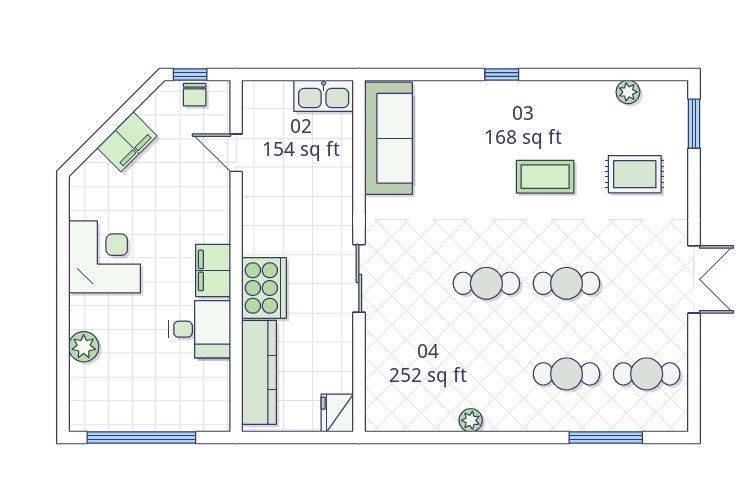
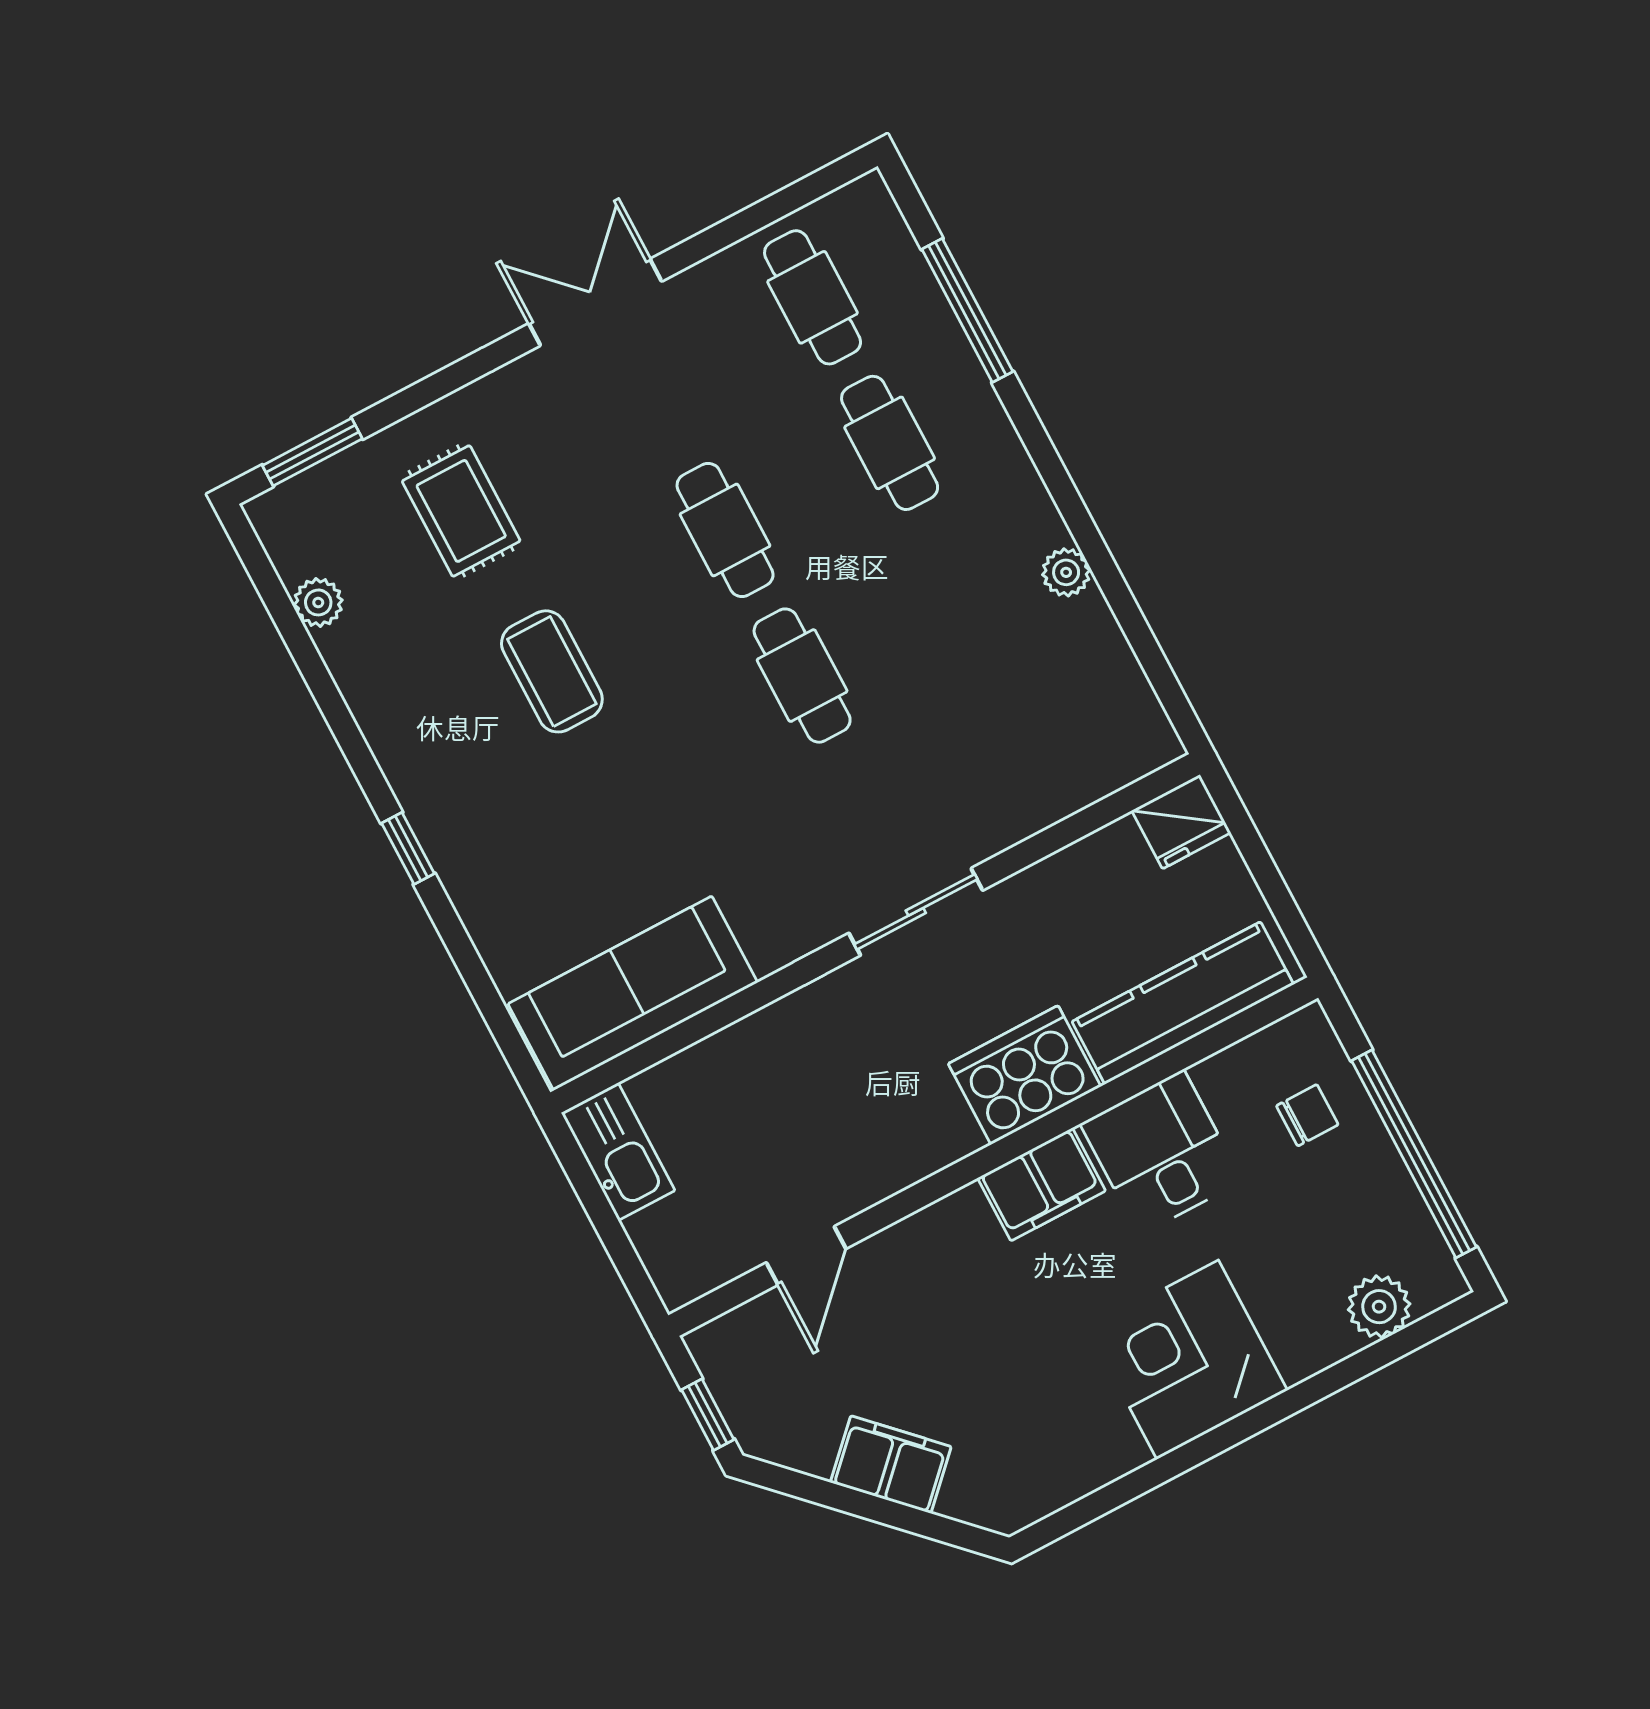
chair: (195, 95) -> (1307, 1115), moved
corner desk: (105, 257) -> (1188, 1360), moved
plant: (84, 347) -> (1379, 1307), moved

